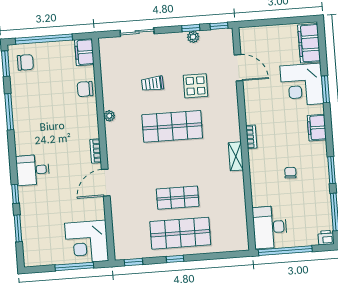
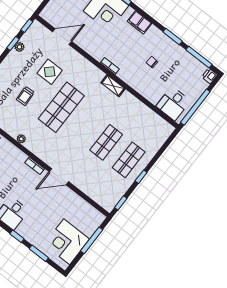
door: (106, 183) -> (59, 177), hinge flipped
desk: (270, 227) -> (173, 104), width x0.73
shop shelf: (180, 233) -> (129, 160), width x0.70, depth x0.74
corner desk: (87, 242) -> (67, 242), moved, turned 90

